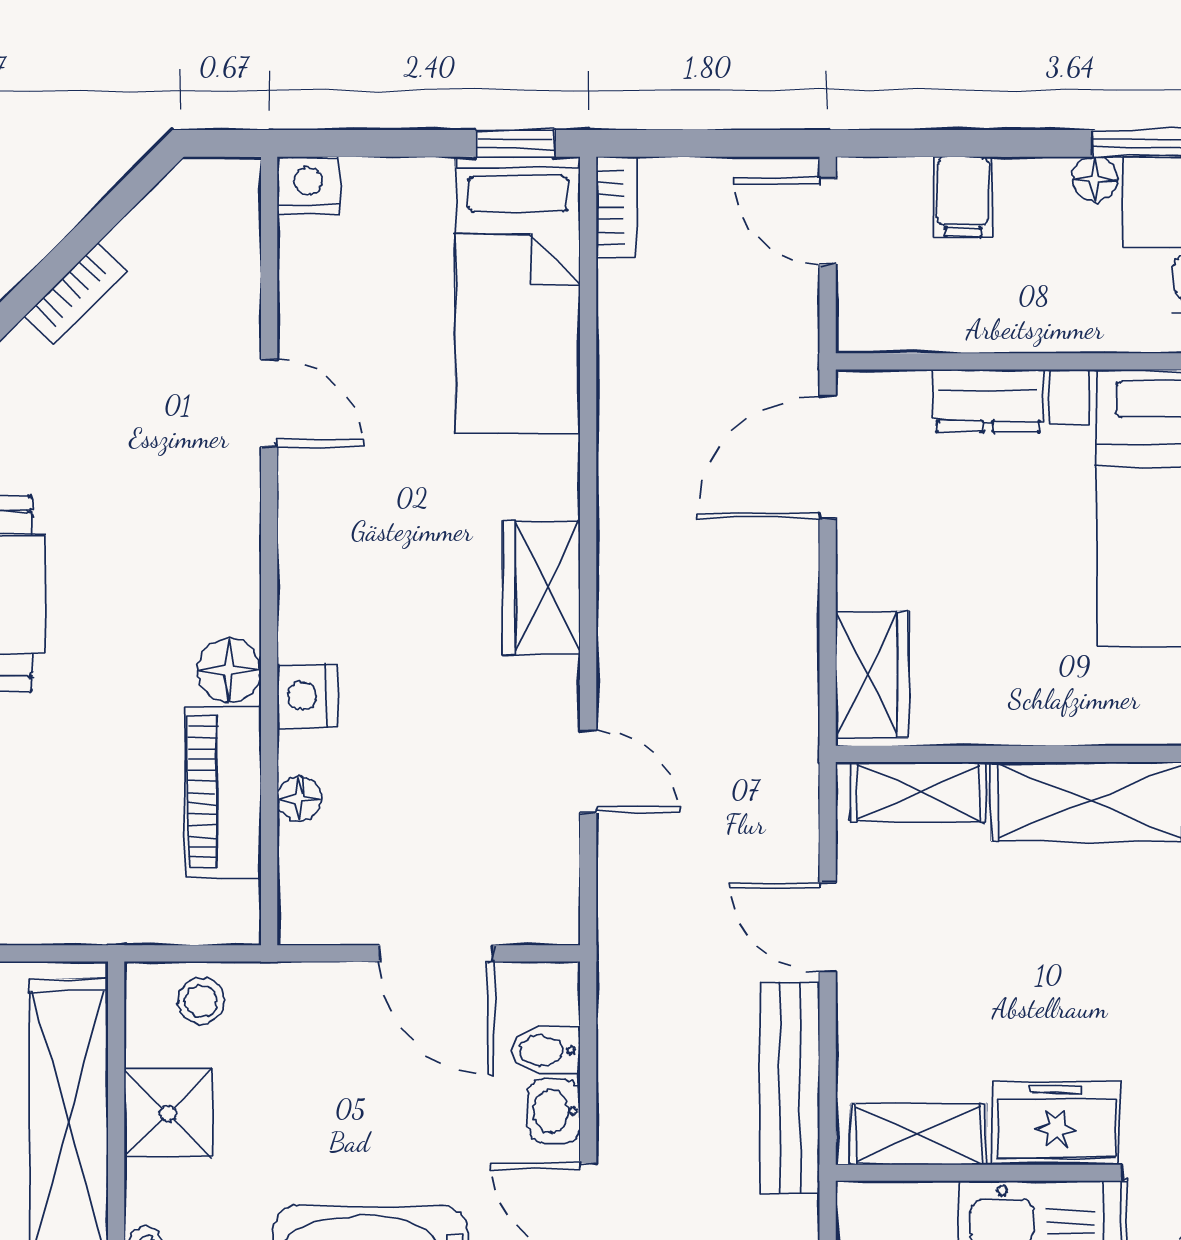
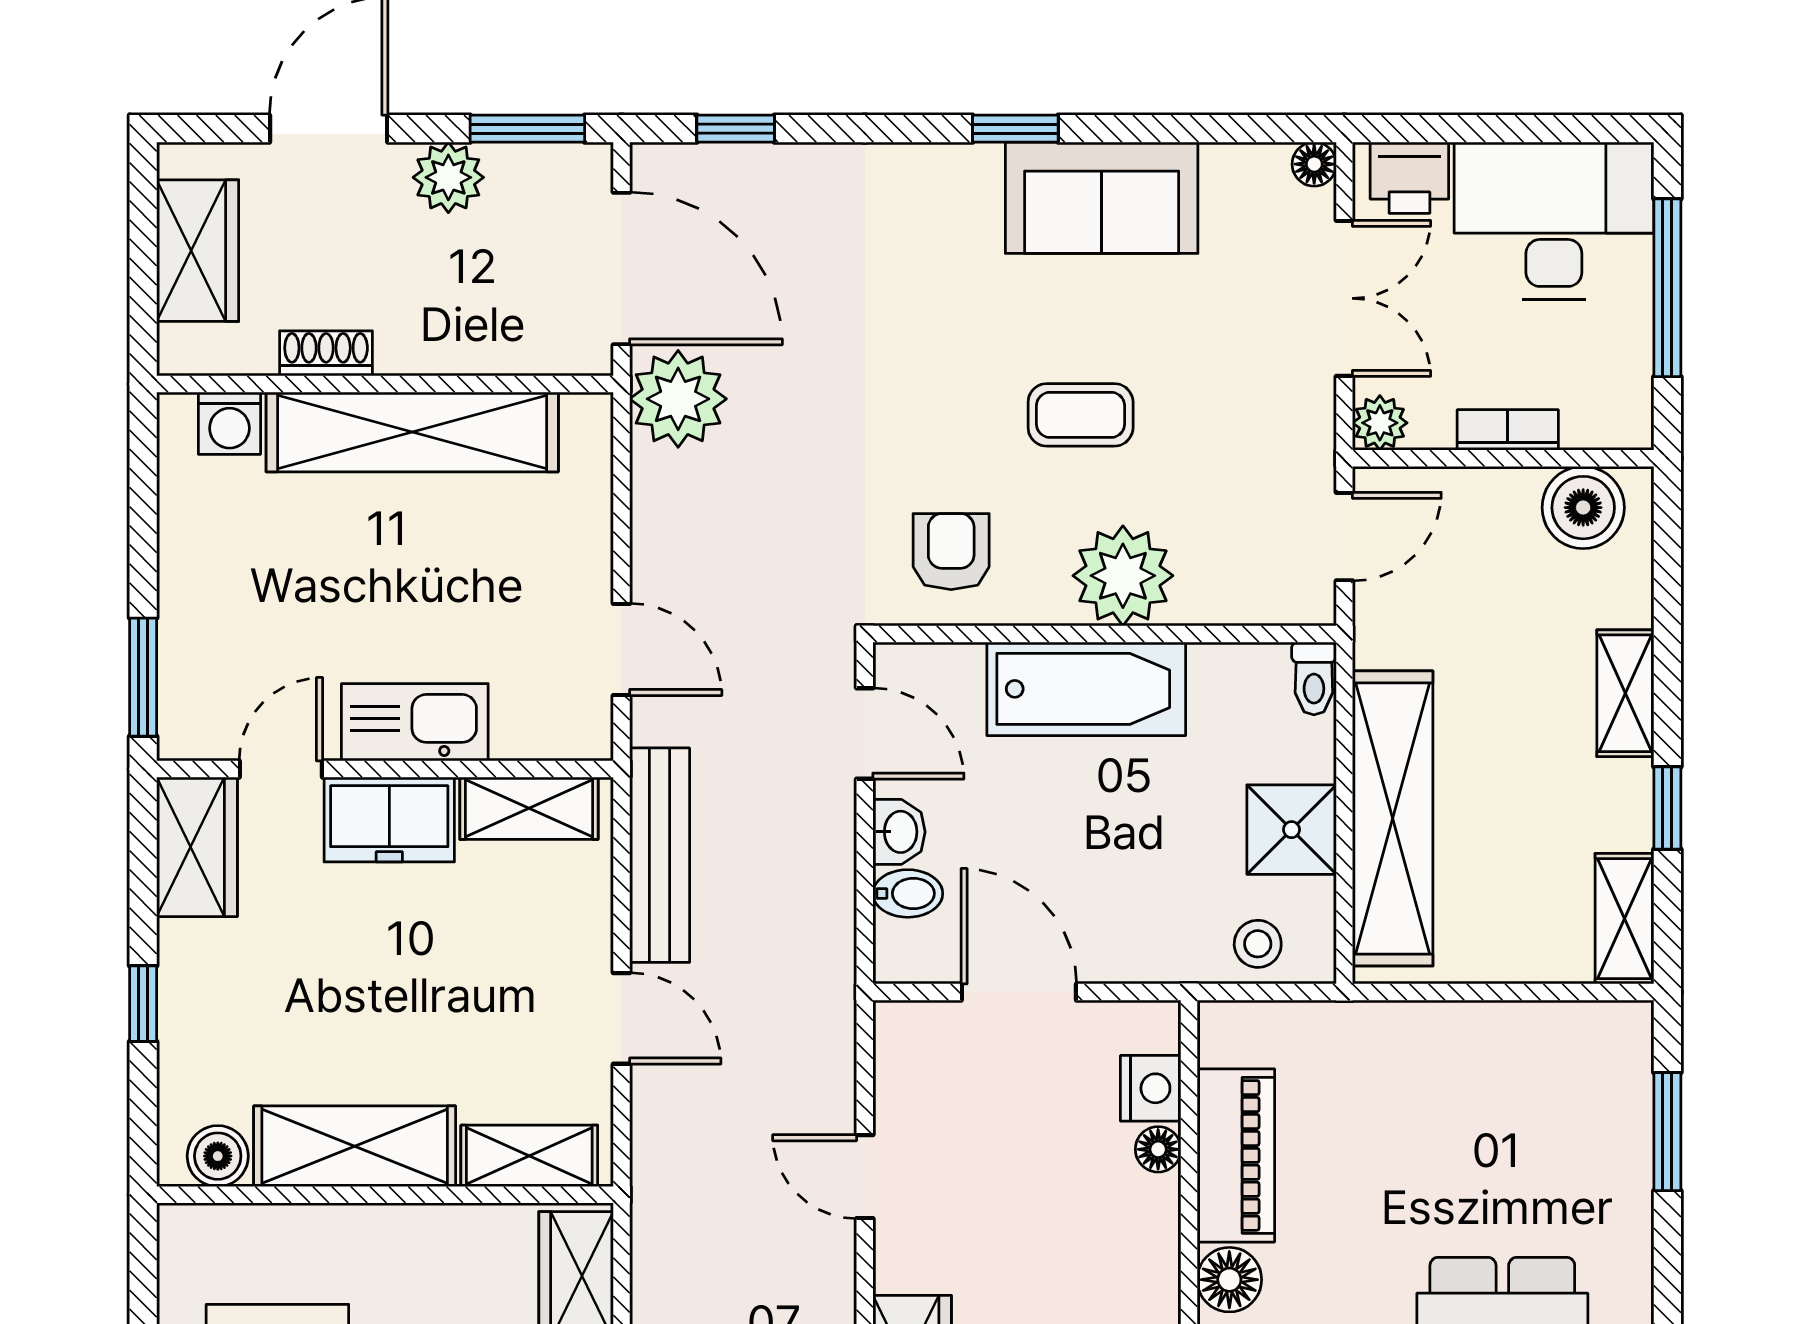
nightstand: (307, 696) -> (1151, 1088), moved

